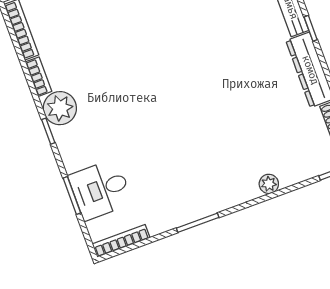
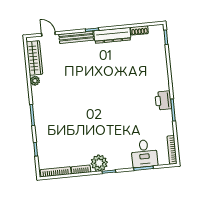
plant: (269, 184) -> (163, 70), removed
printer: (211, 200) -> (163, 100), added

